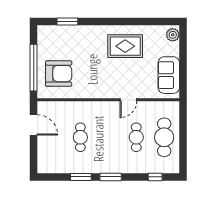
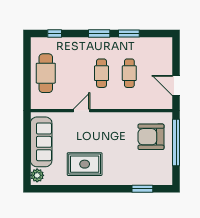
sofa: (169, 75) -> (41, 142), width x1.36
cafe table: (136, 137) -> (101, 73), moved

